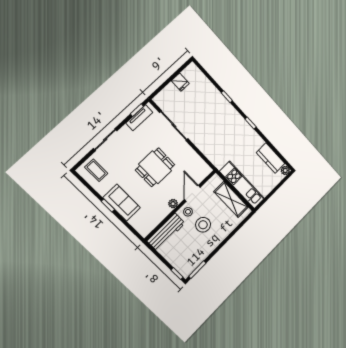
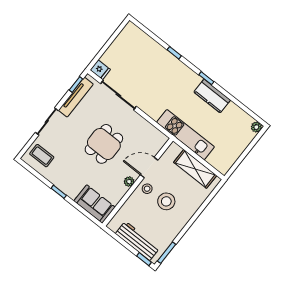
fridge: (180, 82) -> (100, 70), moved
tv unit: (139, 118) -> (76, 97), width x1.41
kitchen counter: (271, 158) -> (212, 96), moved
kitchen unit: (242, 185) -> (186, 135), moved
door: (192, 193) -> (149, 168), hinge flipped
sofa: (122, 203) -> (95, 204), moved
workbench: (166, 232) -> (137, 241), moved, turned -90

